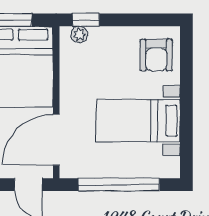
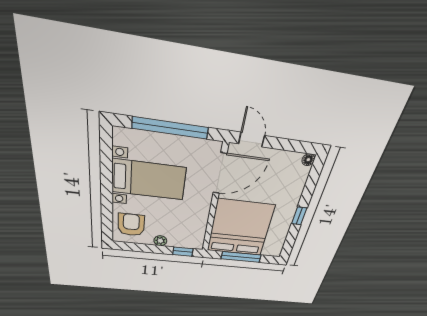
plant: (79, 34) -> (160, 241), moved

